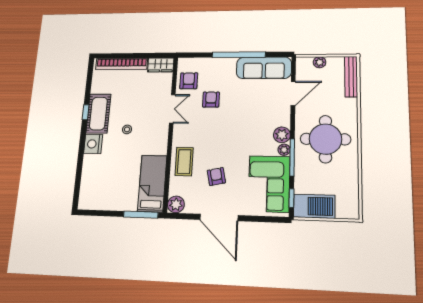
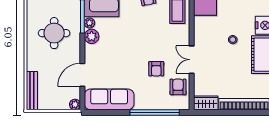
window: (239, 55) -> (155, 112), moved
plant: (320, 62) -> (75, 104), moved
armchair: (189, 81) -> (178, 87), turned 180
round table: (325, 139) -> (54, 33), width x0.73, depth x0.73

